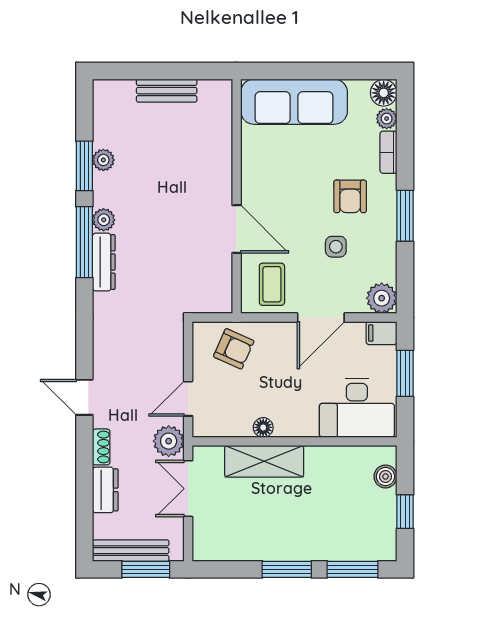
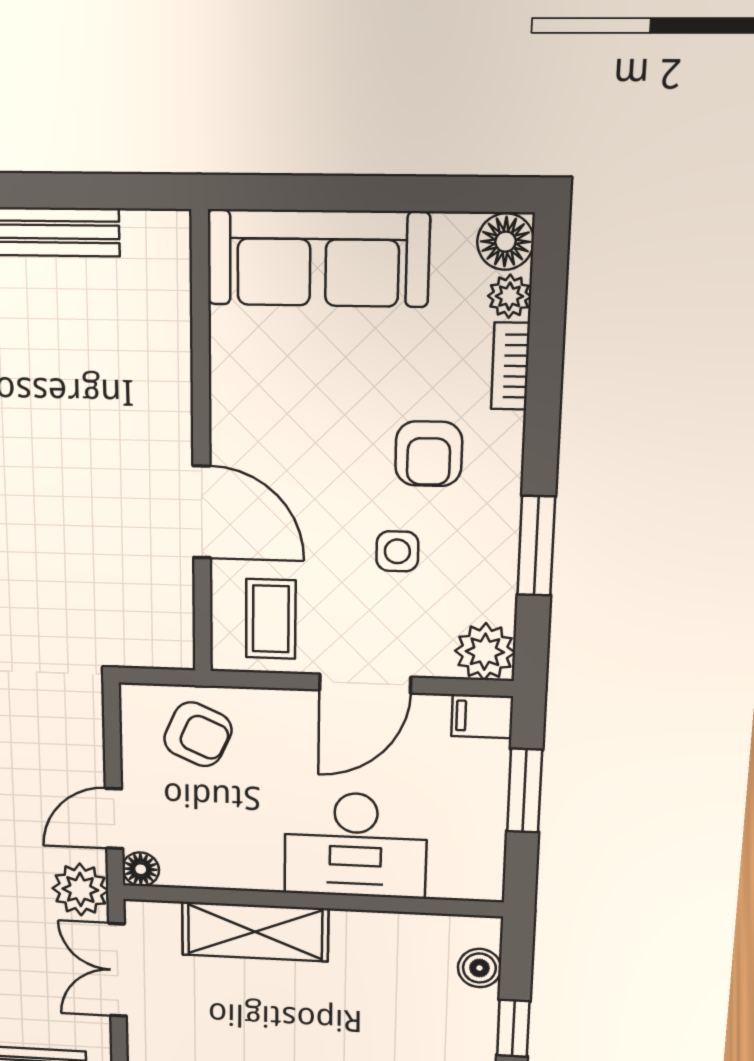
window: (405, 216) -> (536, 546), moved
desk: (357, 408) -> (355, 845), moved
floor lamp: (263, 427) -> (141, 869), moved

